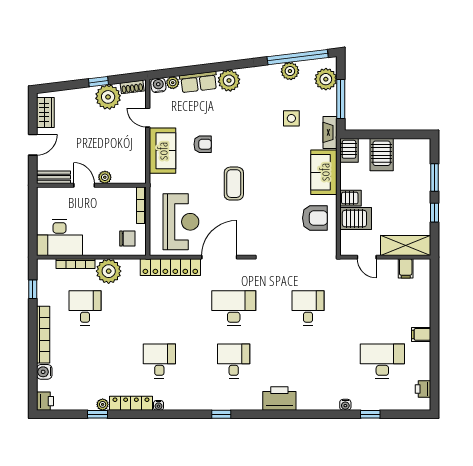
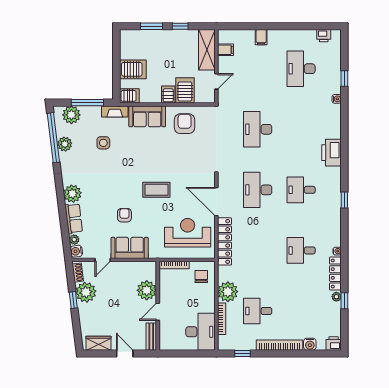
plant: (105, 177) -> (147, 290), width x1.88, depth x1.88
desk: (308, 308) -> (258, 129), width x1.37
filing cabinet: (421, 334) -> (261, 37), moved

